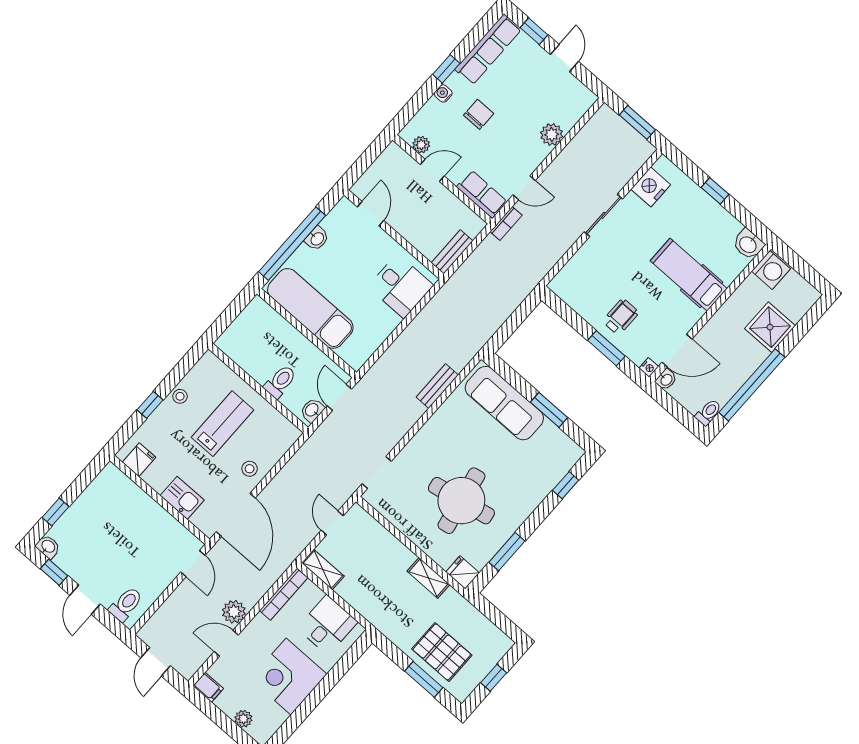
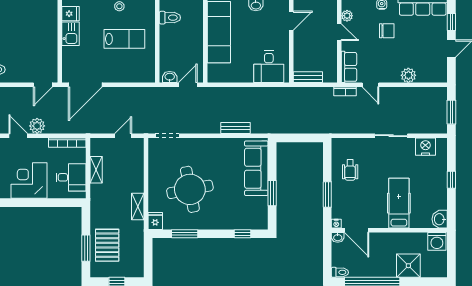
wheelchair: (621, 317) -> (350, 170), moved, turned 90
toilet: (280, 382) -> (170, 18), moved
stool: (250, 469) -> (114, 72), removed
kitchen sink: (182, 498) -> (71, 34), moved
shelving: (323, 570) -> (96, 170), moved

